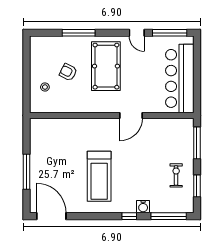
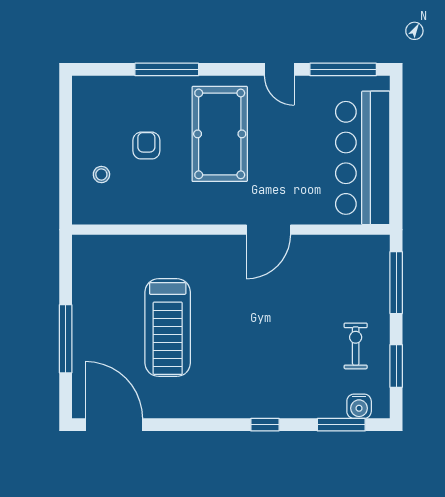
armchair: (68, 72) -> (146, 146), turned 63
treadmill: (99, 176) -> (168, 328), moved
water cooler: (143, 207) -> (359, 406), moved
window: (169, 216) -> (341, 425), width x0.69

